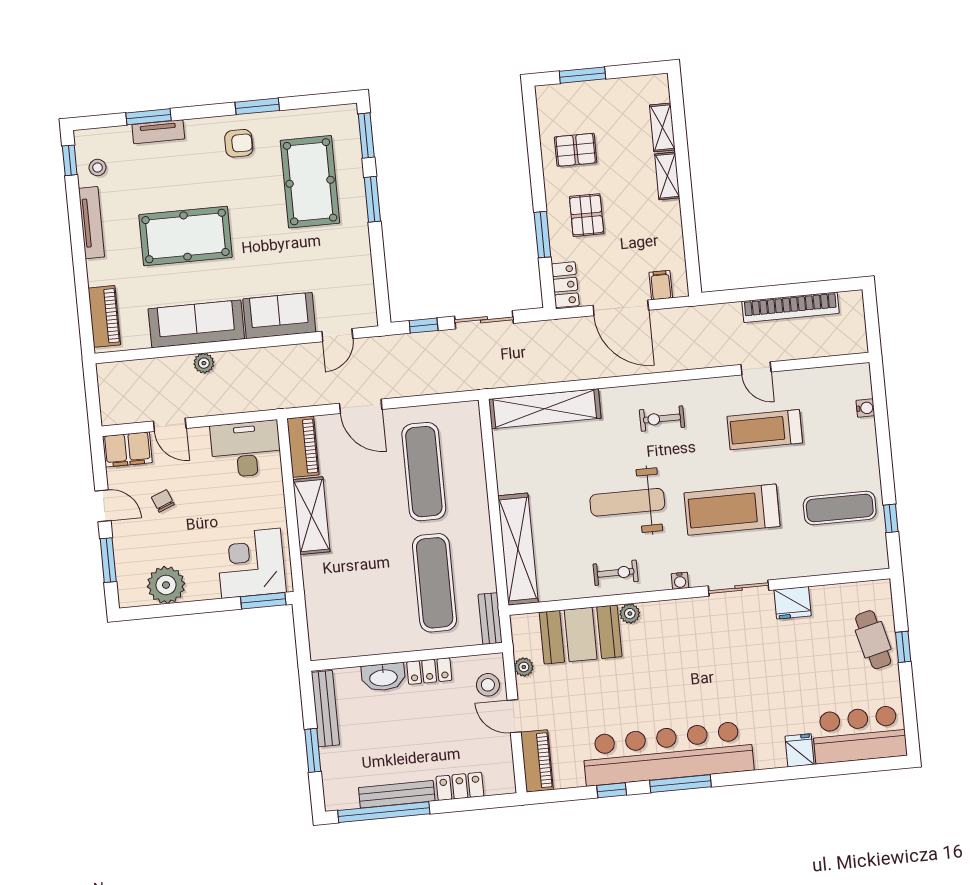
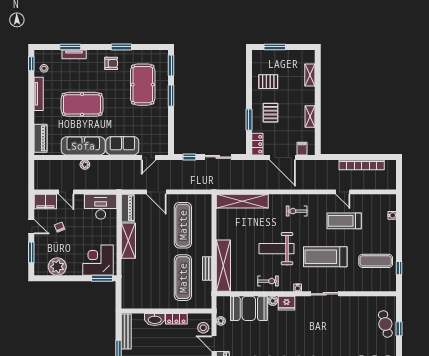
shelving: (667, 176) -> (310, 116), moved
fridge: (793, 603) -> (287, 303), moved
bench: (490, 618) -> (207, 269), moved

